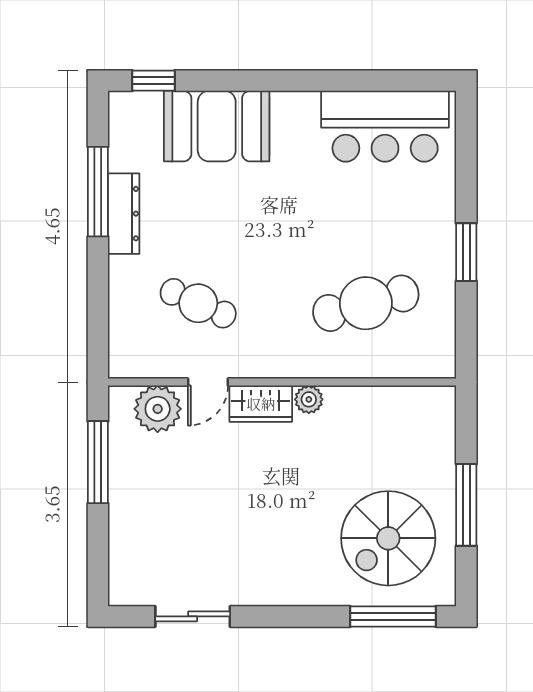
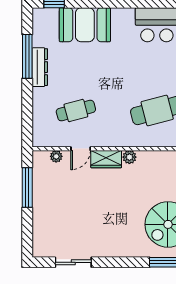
cafe table: (198, 303) -> (76, 111), turned -39
plant: (158, 409) -> (56, 156), width x0.53, depth x0.53

